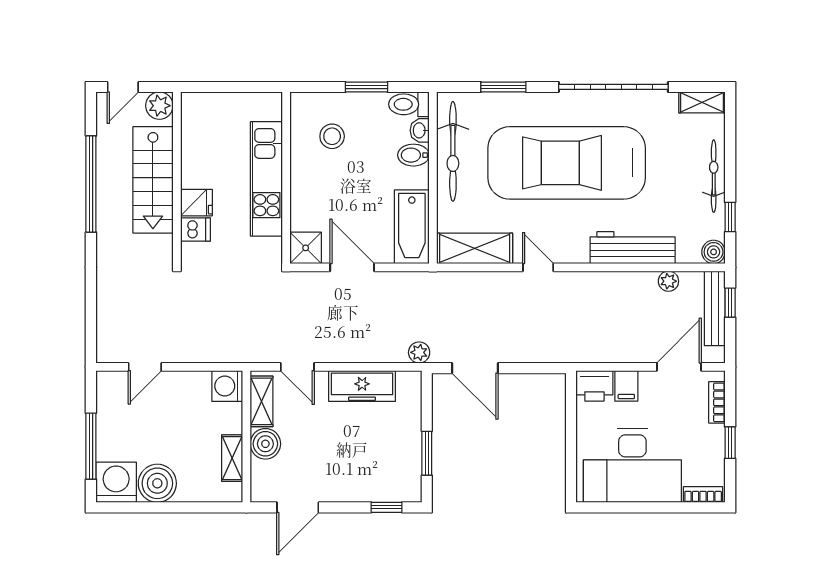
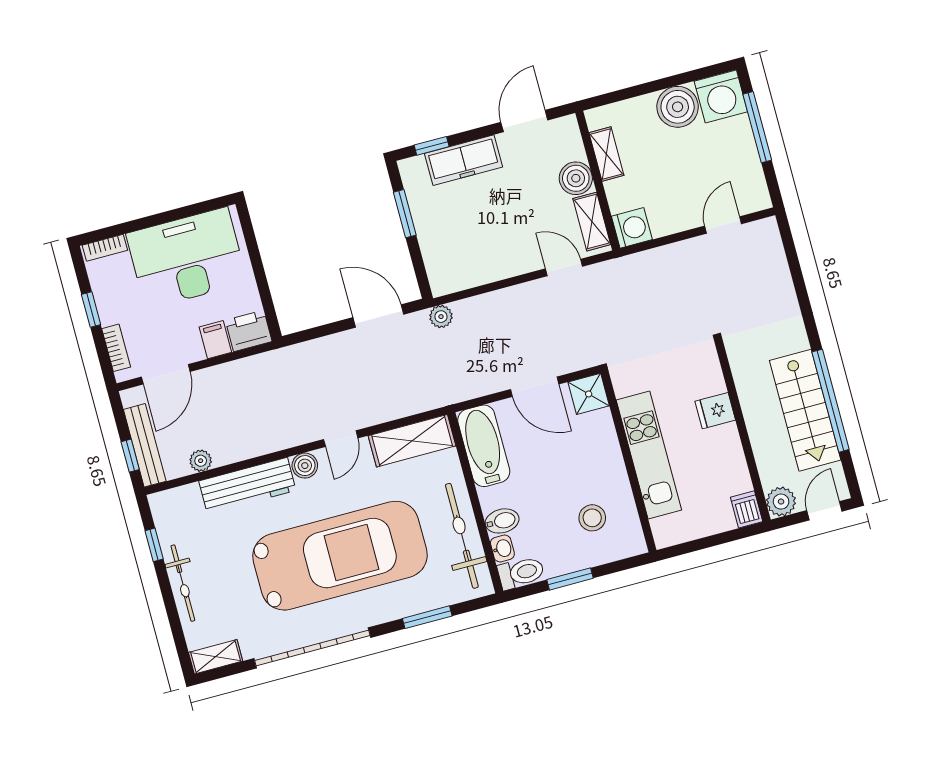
stairs: (153, 180) -> (805, 410), moved, turned 180
dishwasher: (195, 230) -> (747, 509), moved, turned 90
boiler: (714, 252) -> (305, 466), moved
door: (538, 267) -> (341, 439), hinge flipped
freezer: (362, 386) -> (464, 160), moved, turned 180

